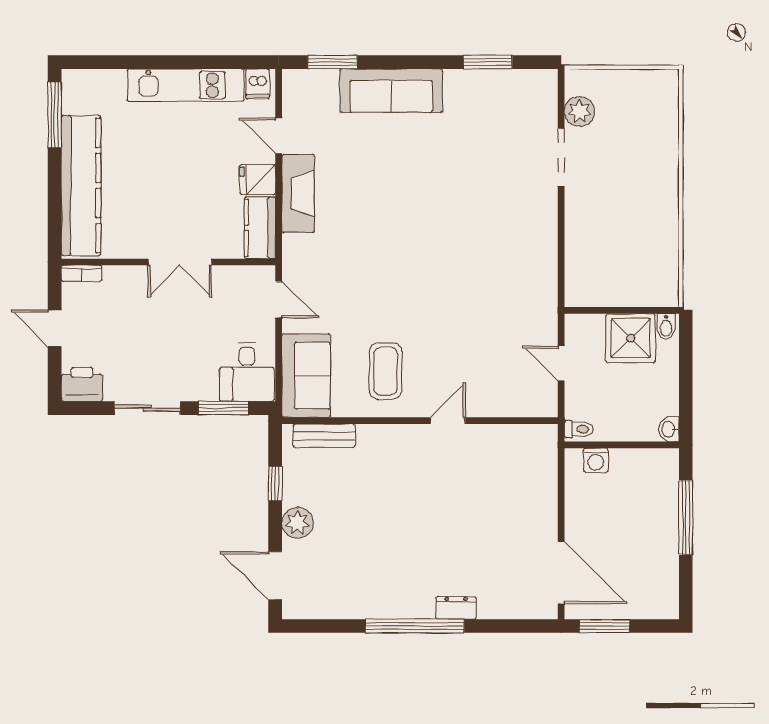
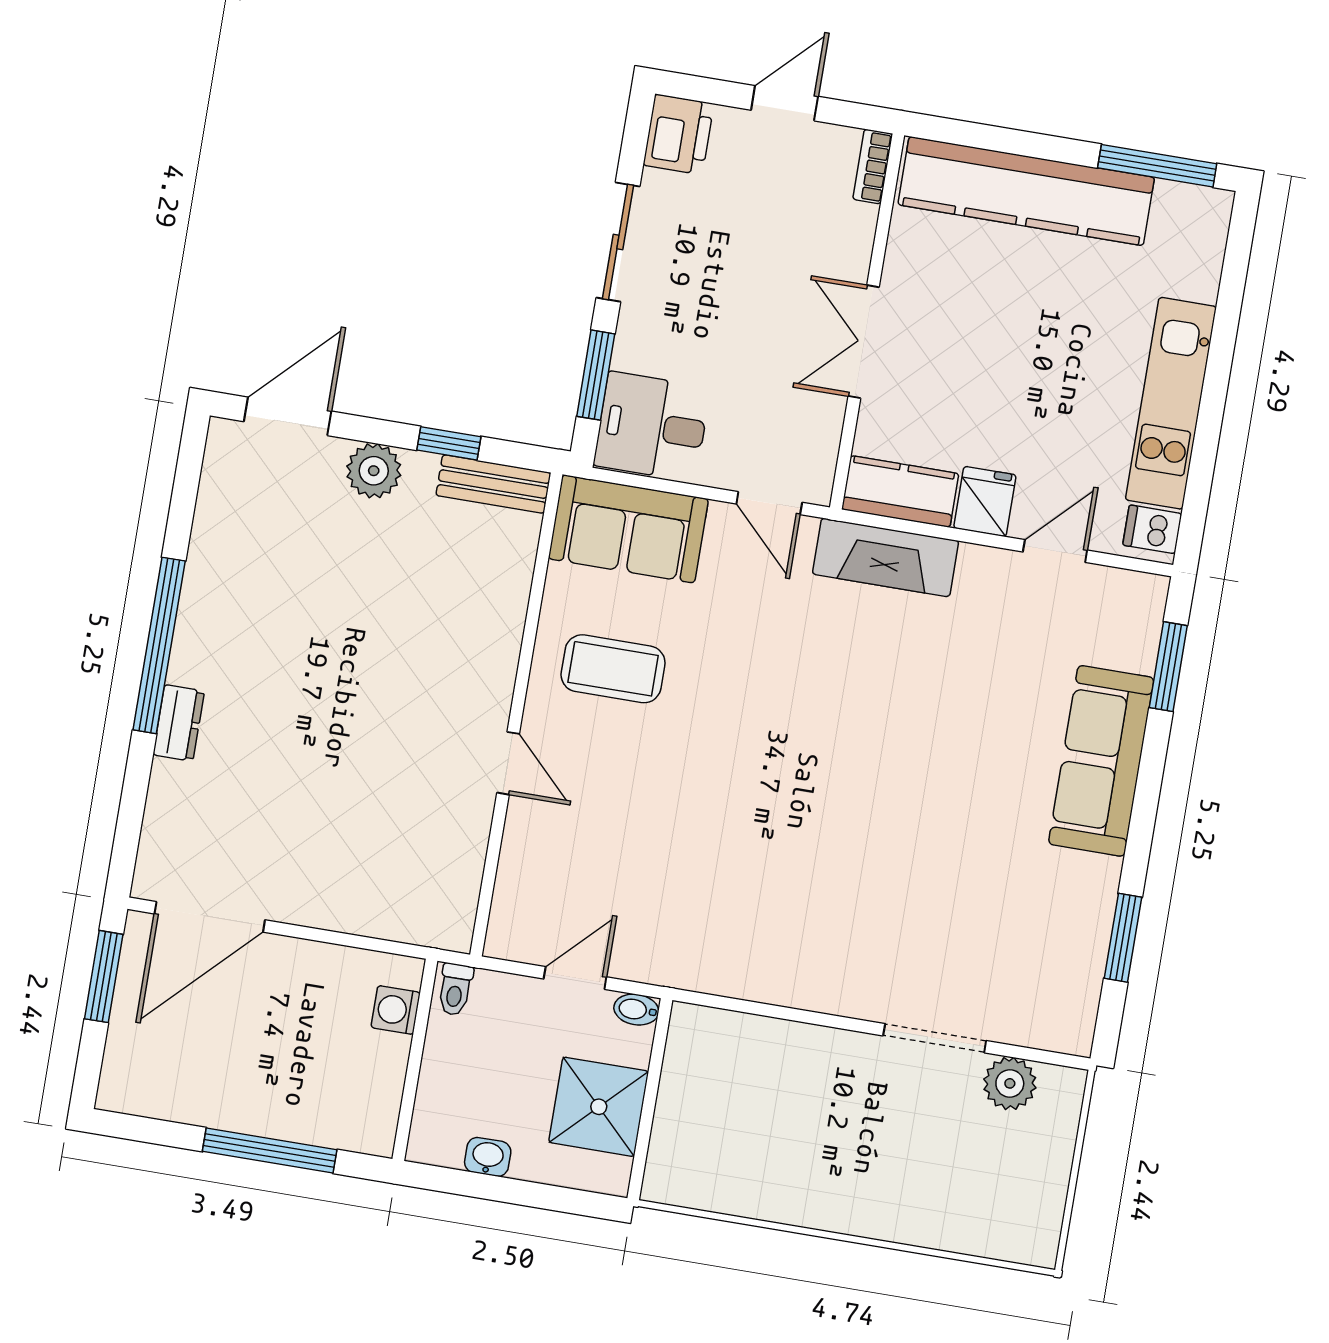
fireplace: (298, 193) -> (886, 557), moved
door: (279, 300) -> (769, 503), hinge flipped
bidet: (666, 326) -> (636, 1010), moved
washbasin: (669, 429) -> (488, 1157), moved
bench: (324, 436) -> (493, 484), moved, turned 90

